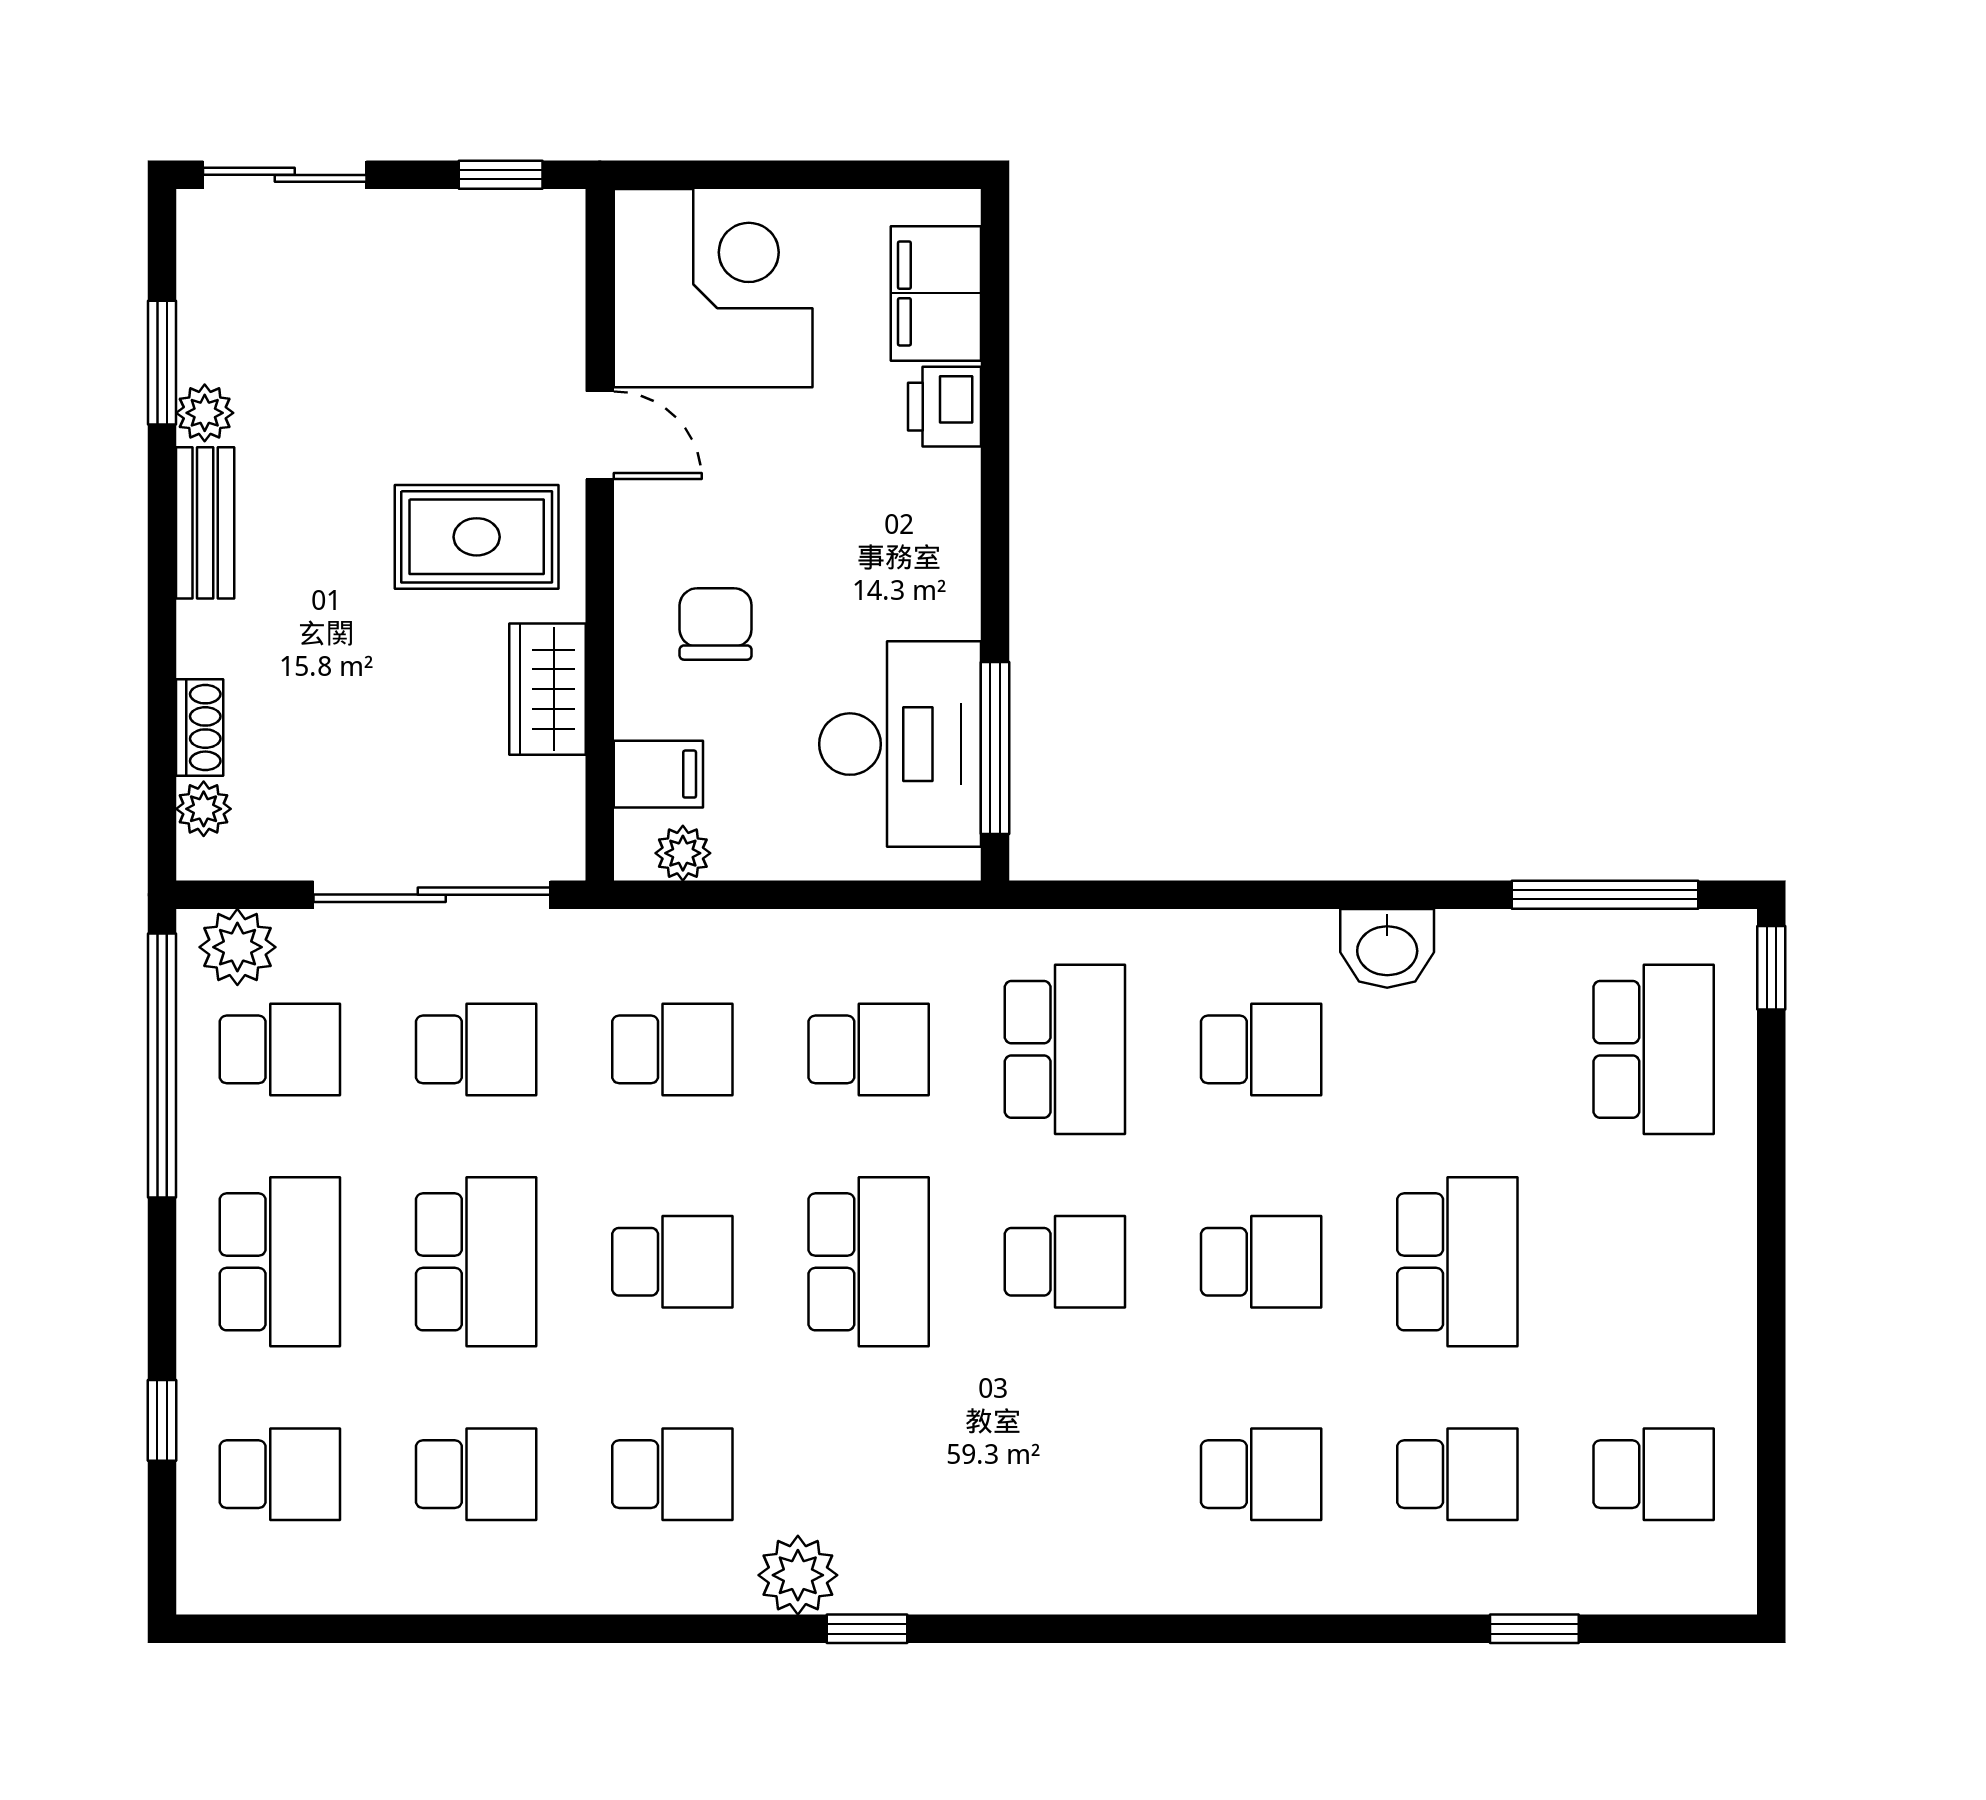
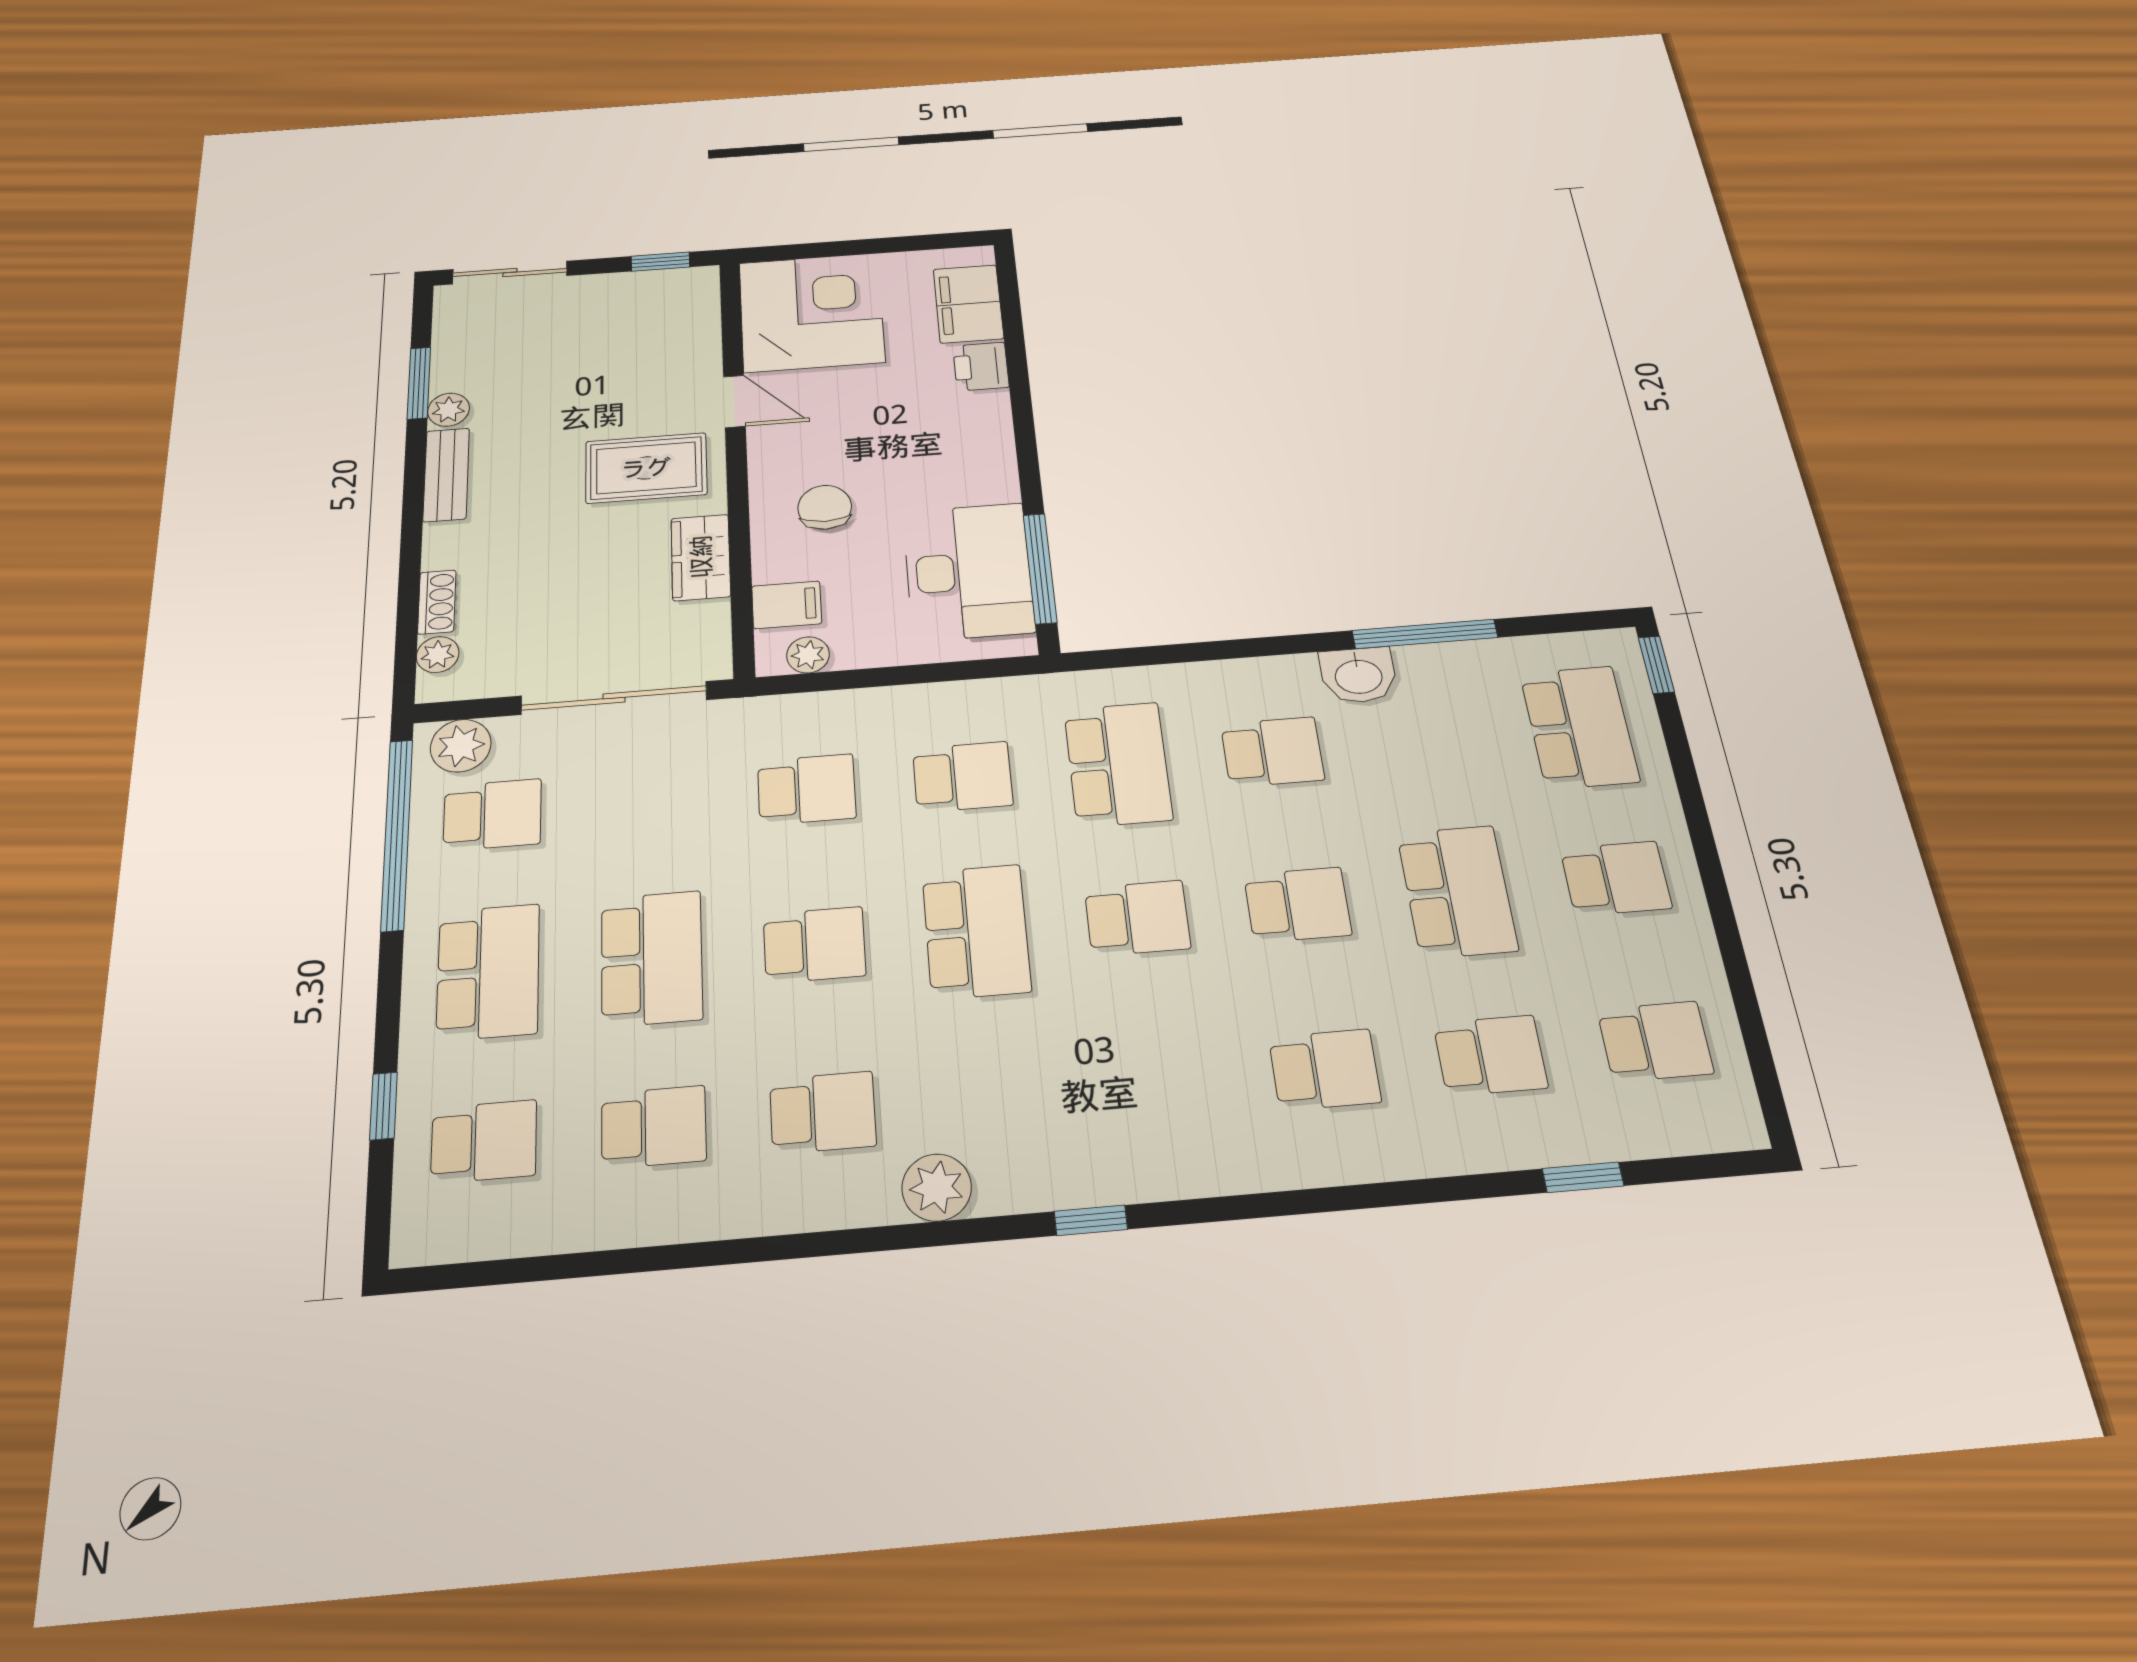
window: (1605, 895) -> (1425, 634), moved
school desk: (476, 1049) -> (1616, 878), moved
window: (867, 1629) -> (1091, 1220), moved

